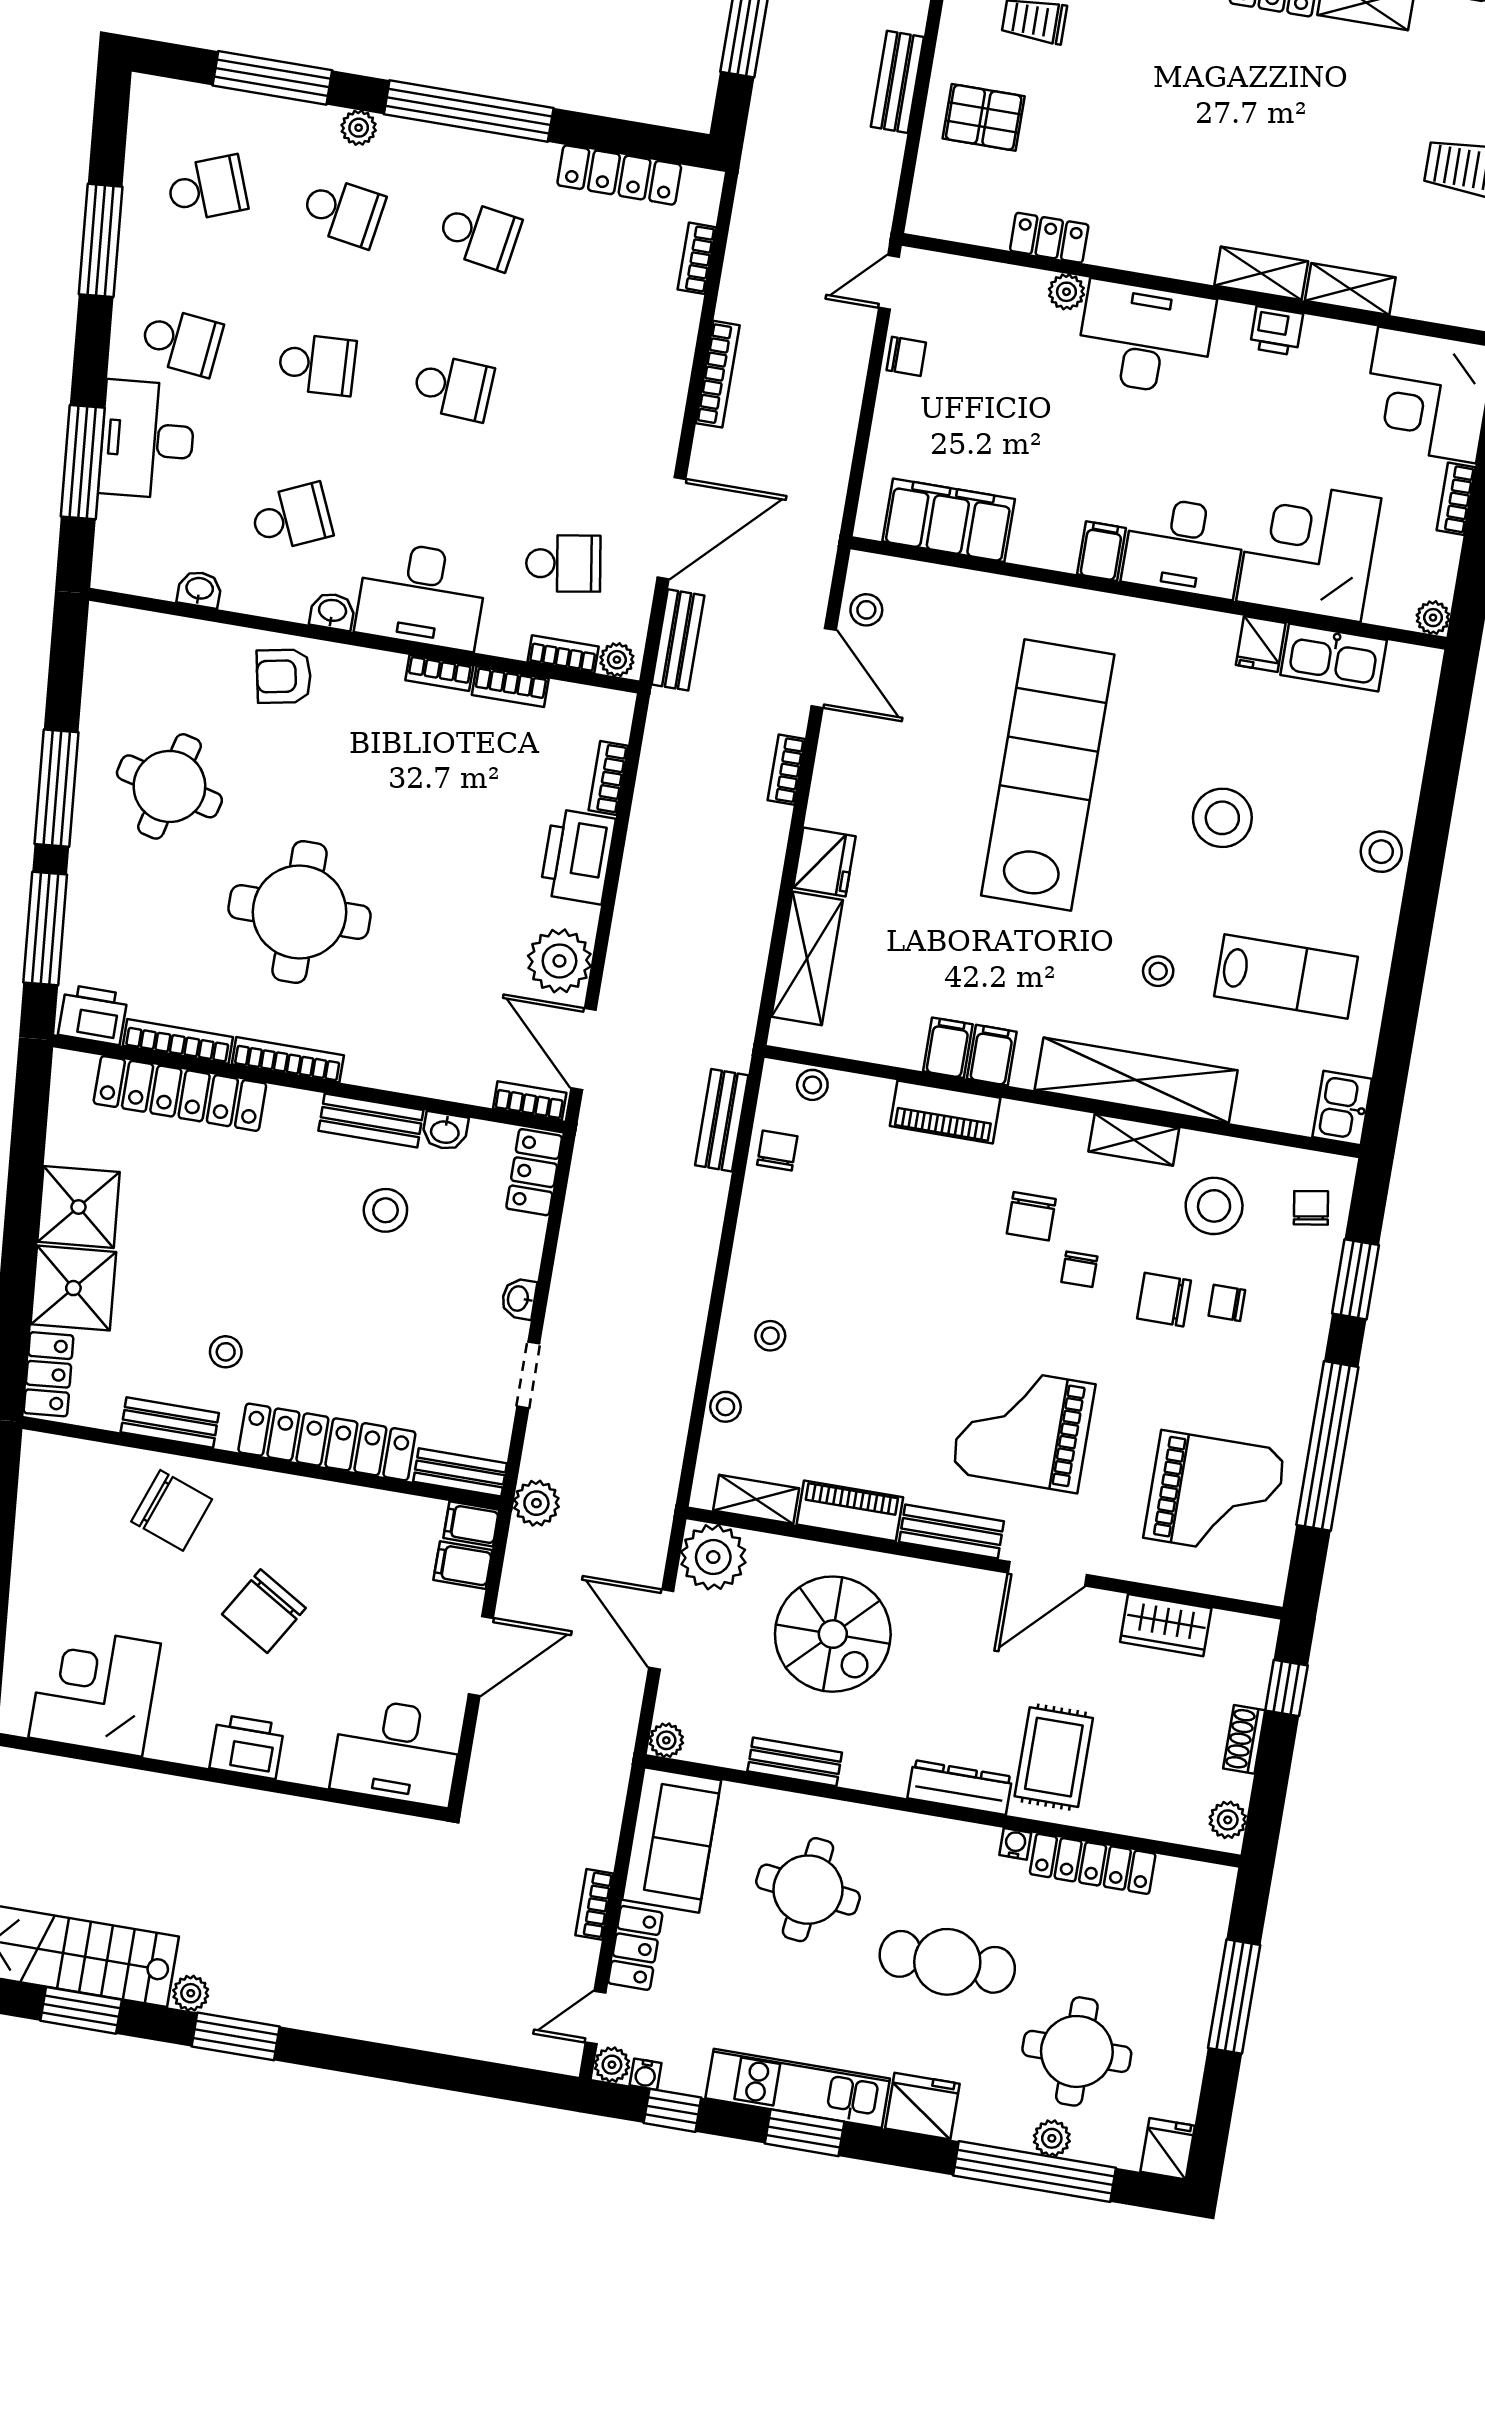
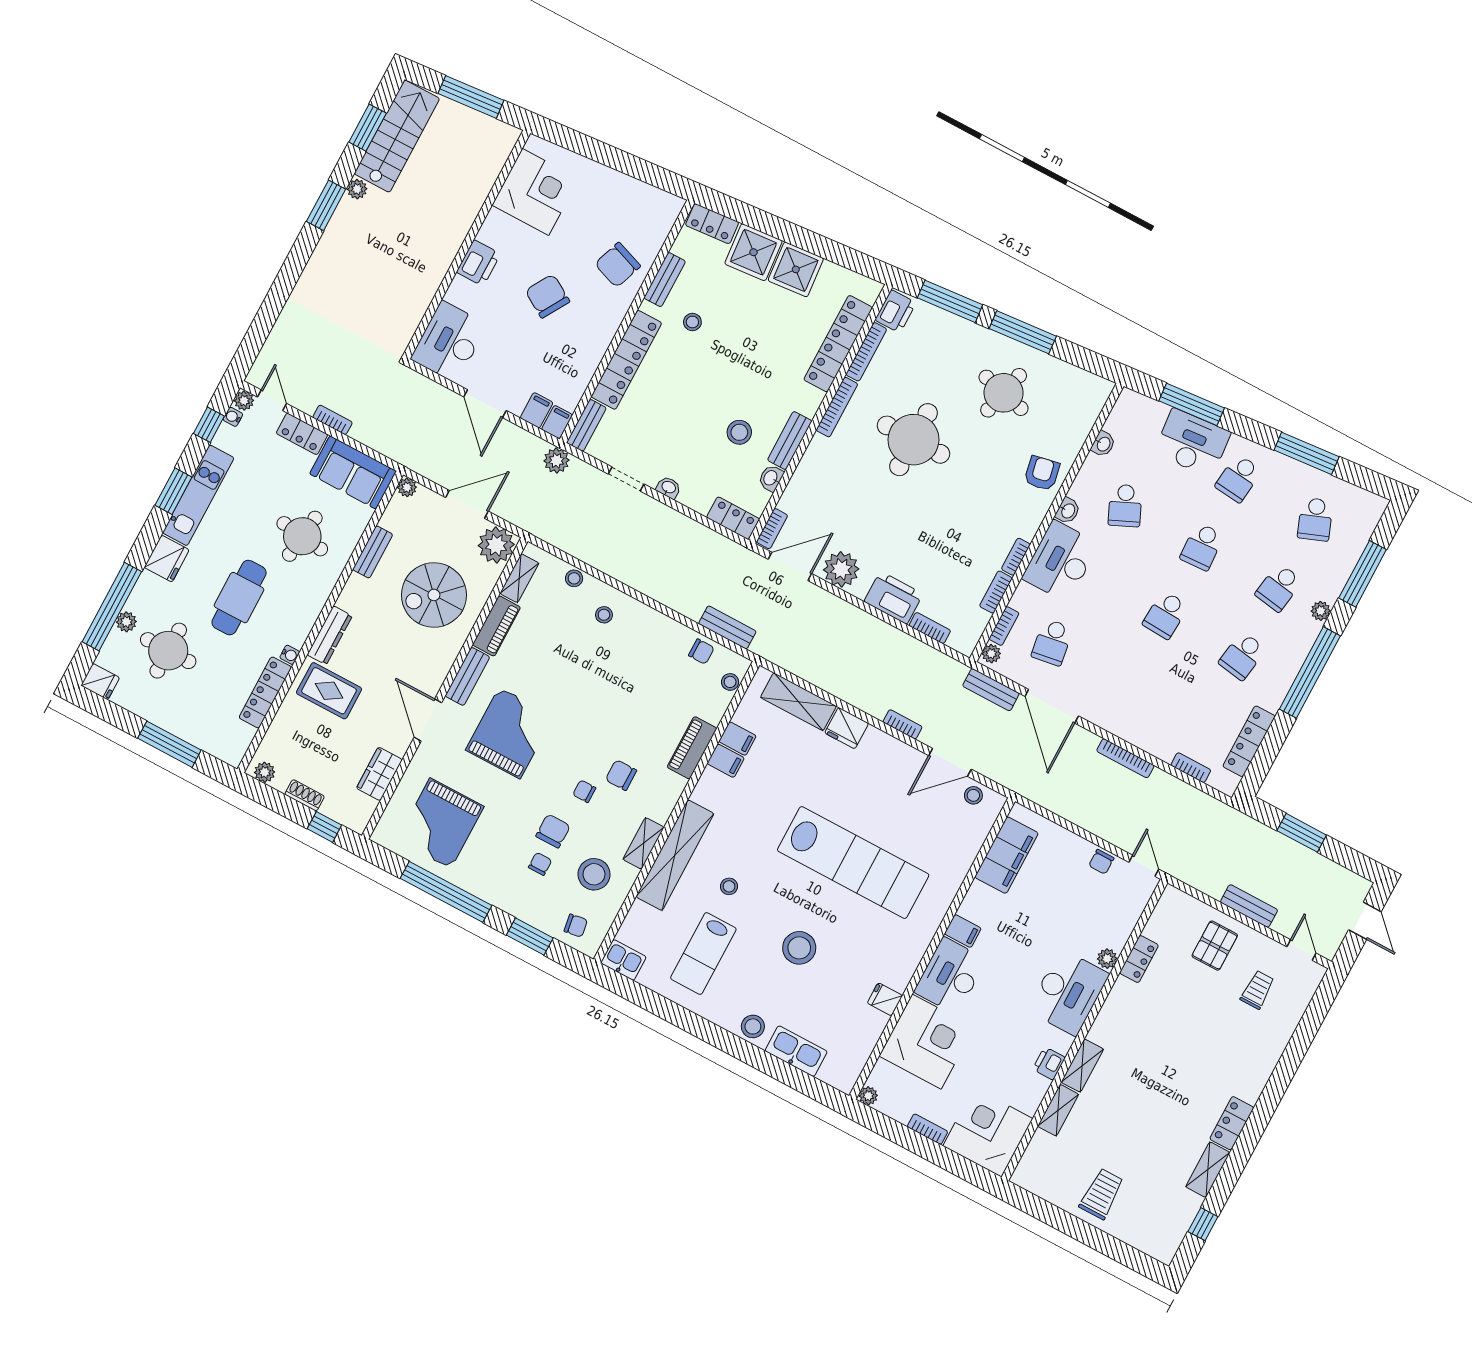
kitchen sink: (1334, 657) -> (796, 1051), moved, turned 90
filing cabinet: (992, 1055) -> (737, 739), moved

